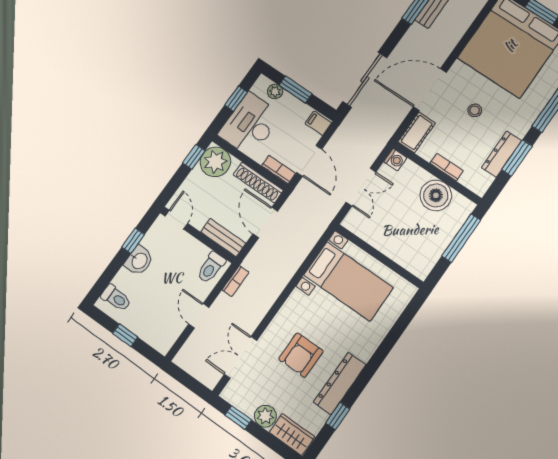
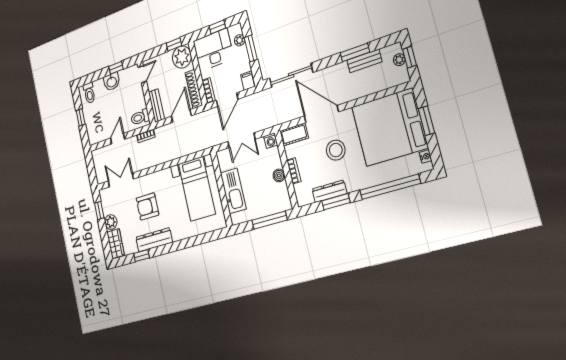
stool: (475, 110) -> (336, 150), width x1.89, depth x1.89
boiler: (436, 195) -> (279, 175), width x0.54, depth x0.54
kitchen sink: (394, 245) -> (233, 191), added

